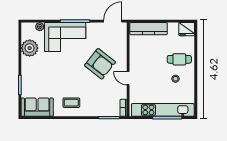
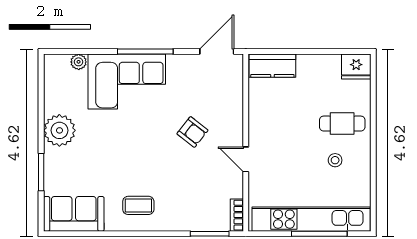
kitchen counter: (148, 29) -> (272, 66), width x0.67
plant: (30, 48) -> (59, 130), moved
armchair: (100, 64) -> (192, 132), width x0.53, depth x0.53

